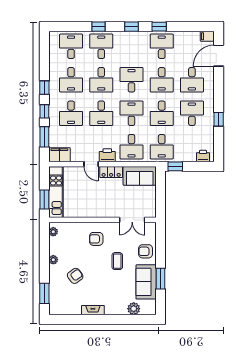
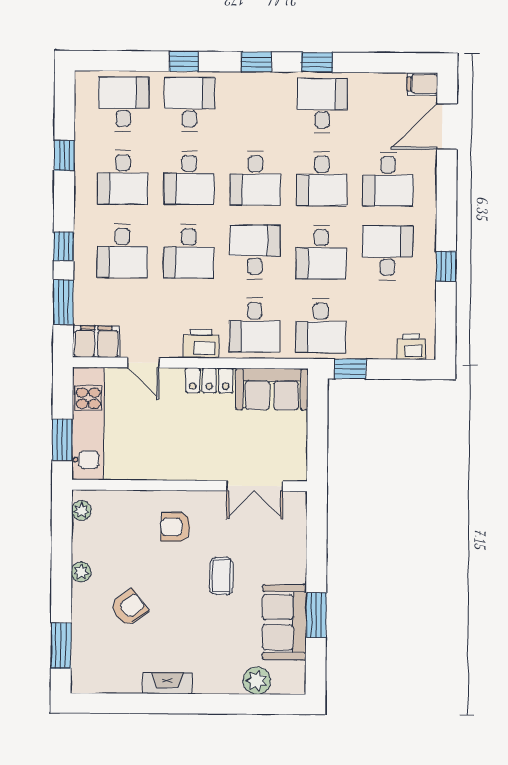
desk: (131, 80) -> (255, 178), turned 180
window: (44, 88) -> (64, 156), moved
door: (91, 164) -> (143, 363), moved
armchair: (146, 251) -> (284, 555), removed

